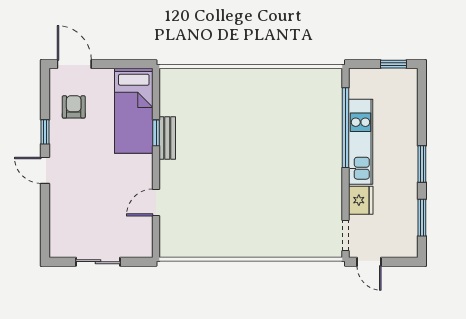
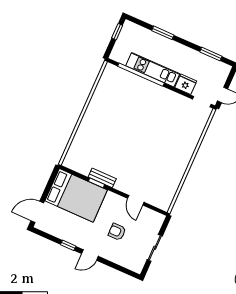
armchair: (74, 107) -> (117, 232), moved
bed: (134, 111) -> (76, 195), width x1.50
window: (422, 164) -> (163, 33), moved

